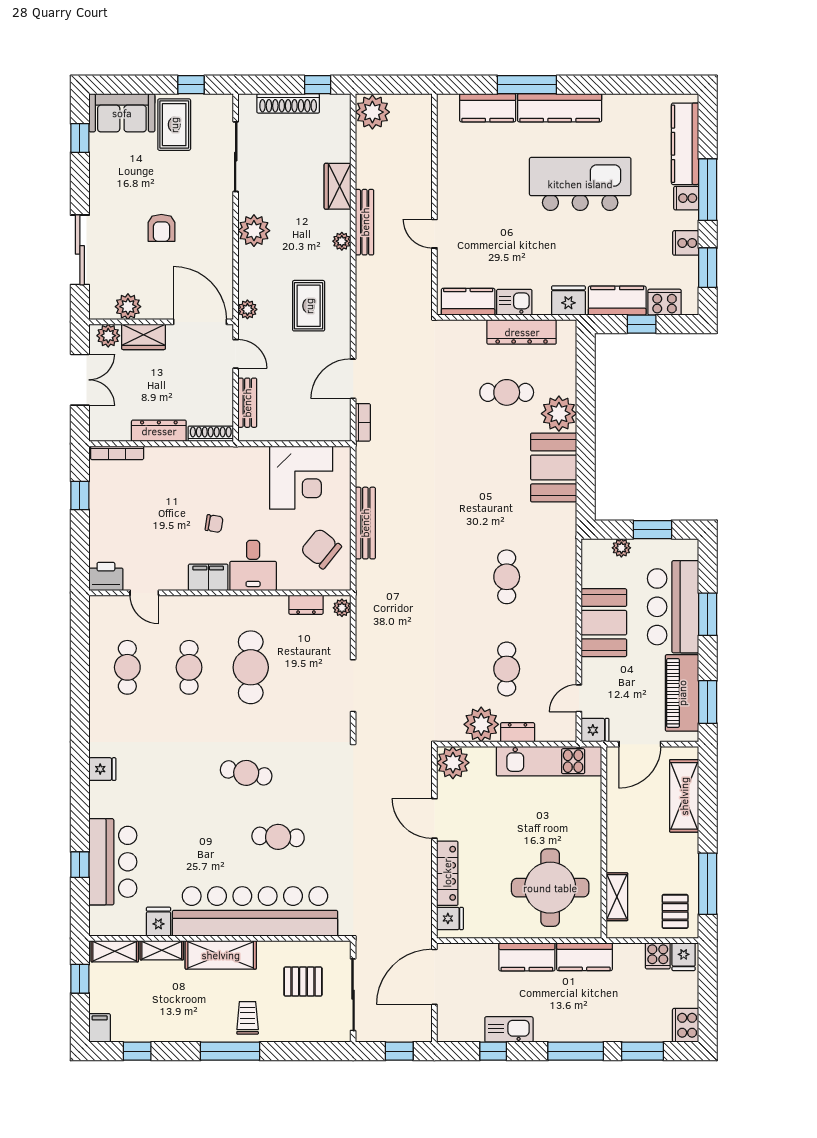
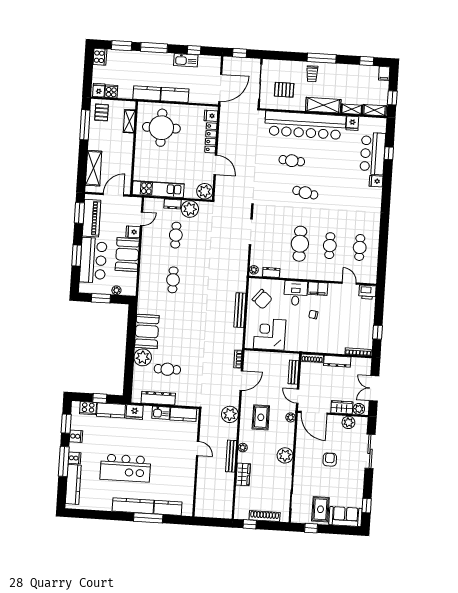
plant: (372, 112) -> (230, 414), moved
fridge: (595, 730) -> (133, 232), moved
fridge: (102, 769) -> (376, 181), moved

